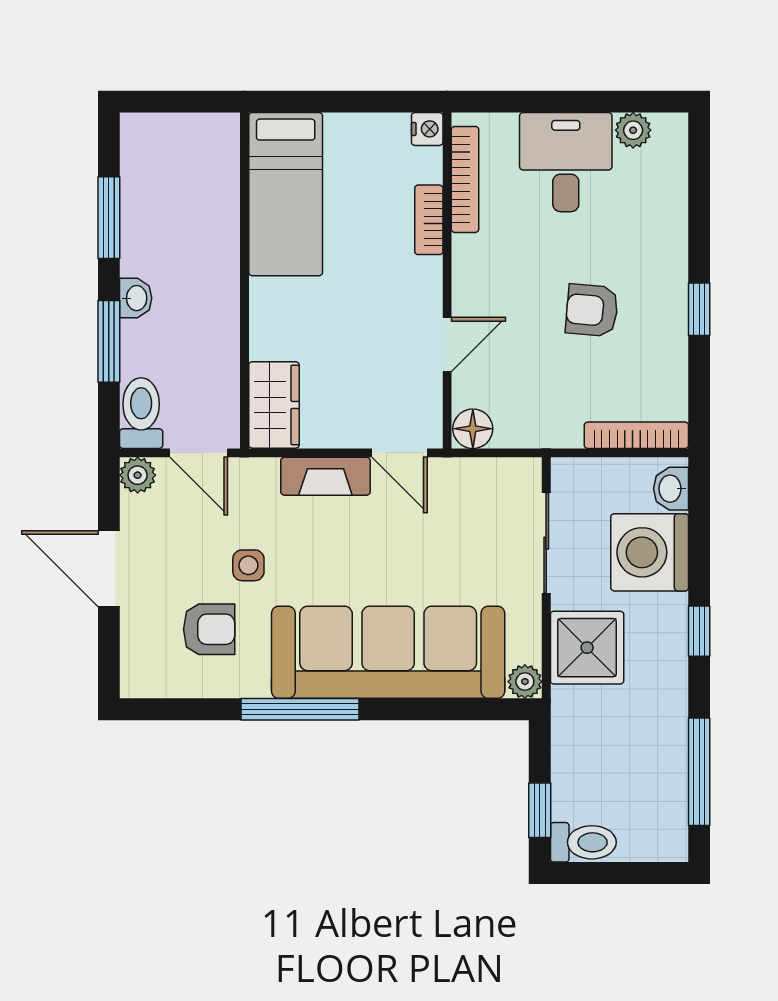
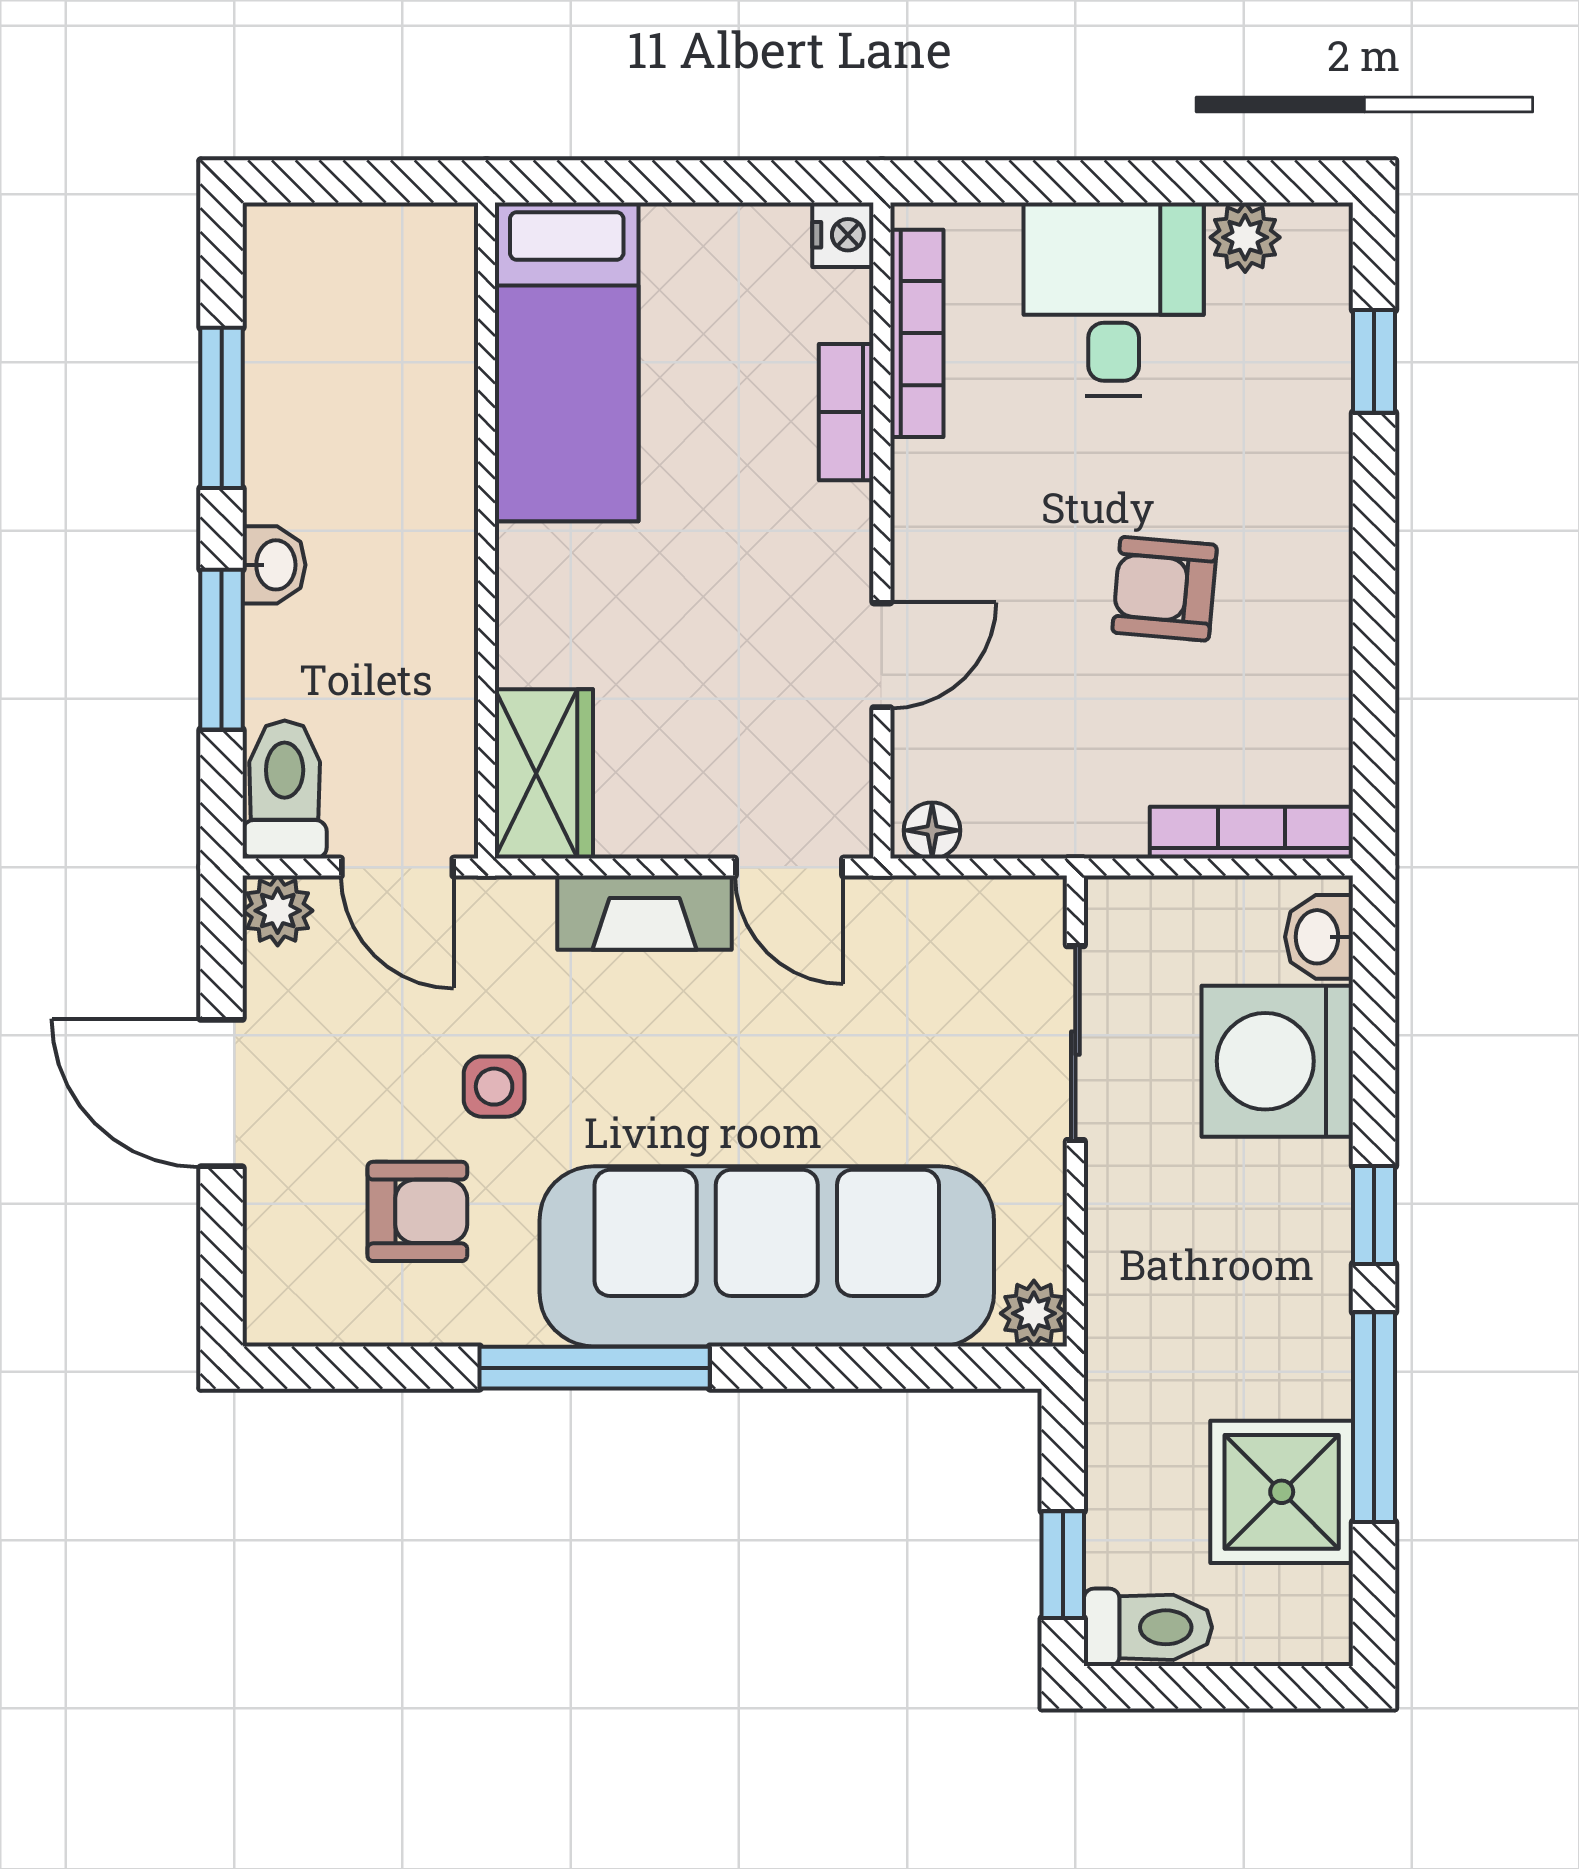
window: (699, 309) -> (1374, 361), moved
floor lamp: (473, 429) -> (932, 830), width x0.73, depth x0.73
shower: (587, 648) -> (1282, 1492), moved
window: (699, 772) -> (1374, 1417), moved

